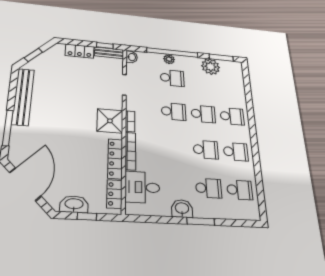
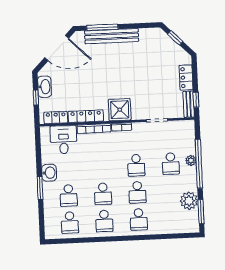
washbasin: (132, 57) -> (187, 125), removed
bench: (23, 97) -> (112, 36), moved

